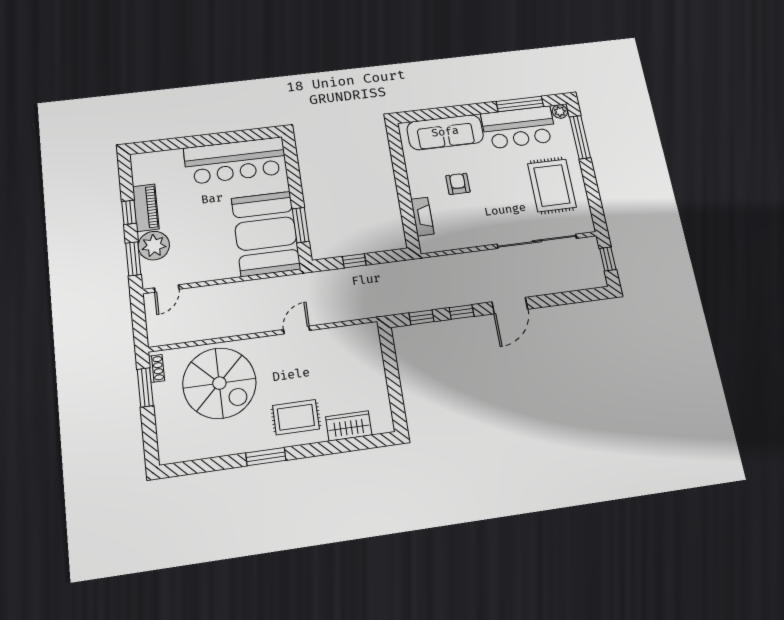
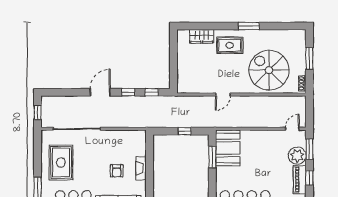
fireplace: (422, 217) -> (141, 168), moved
booth: (266, 234) -> (228, 148), width x0.73, depth x0.70
window: (145, 387) -> (309, 58), moved

